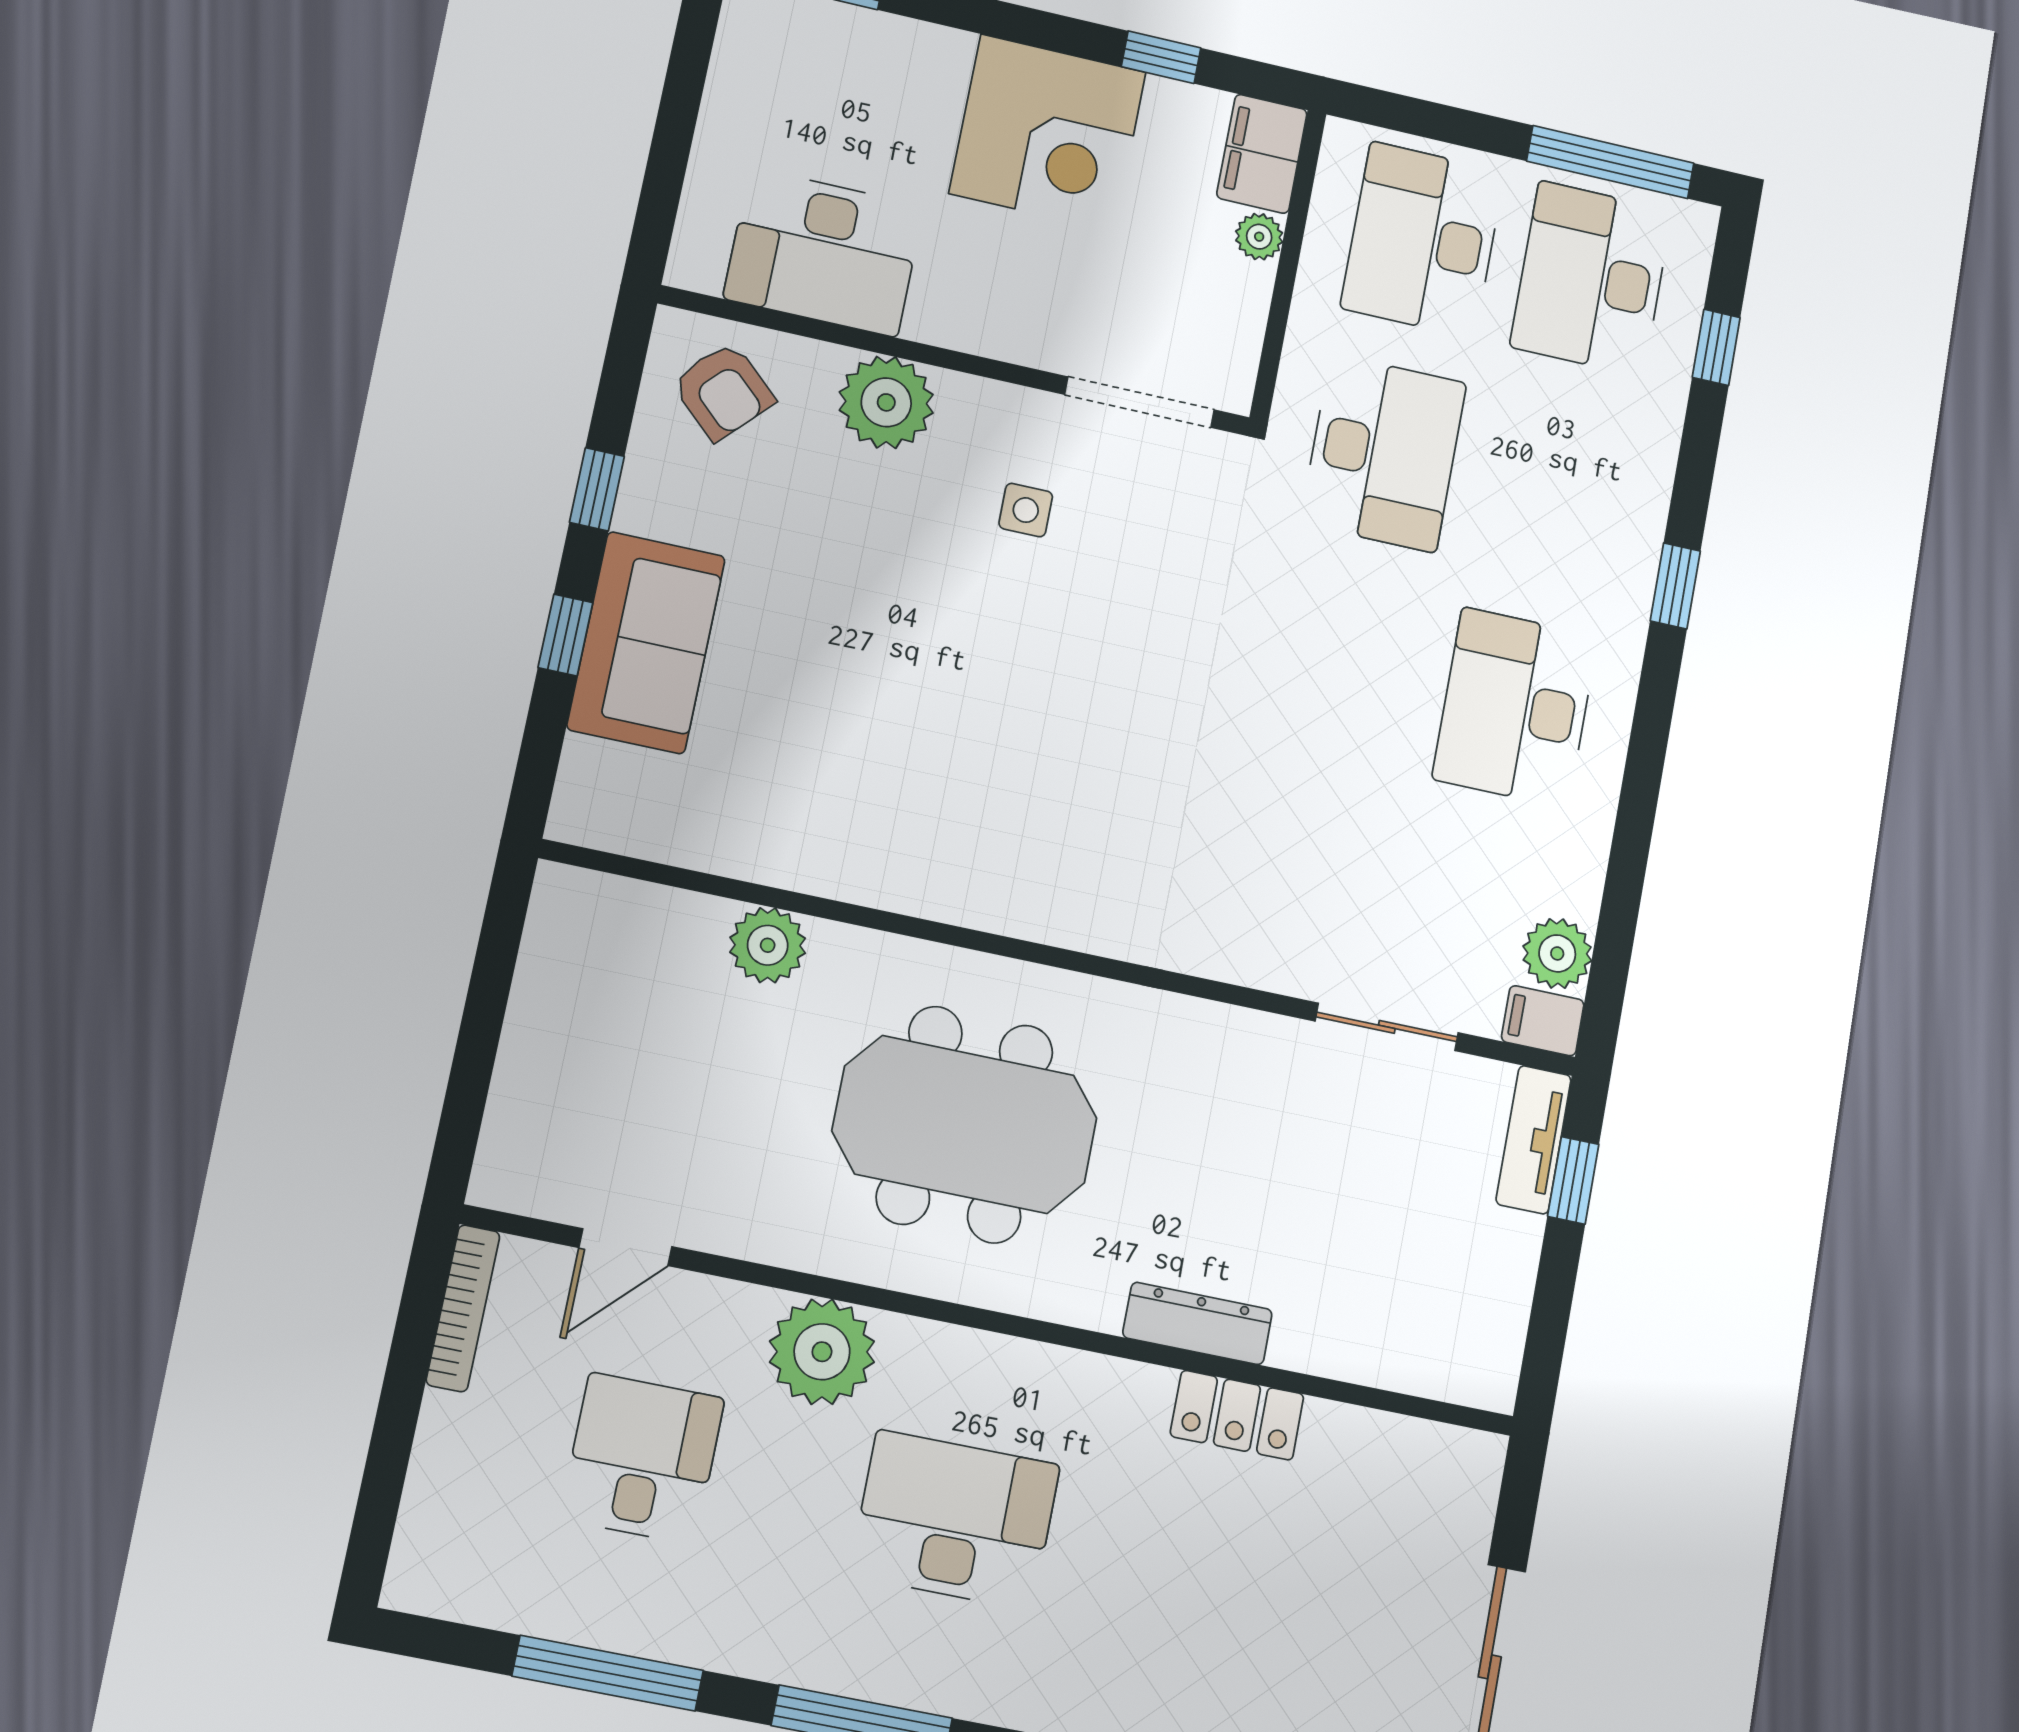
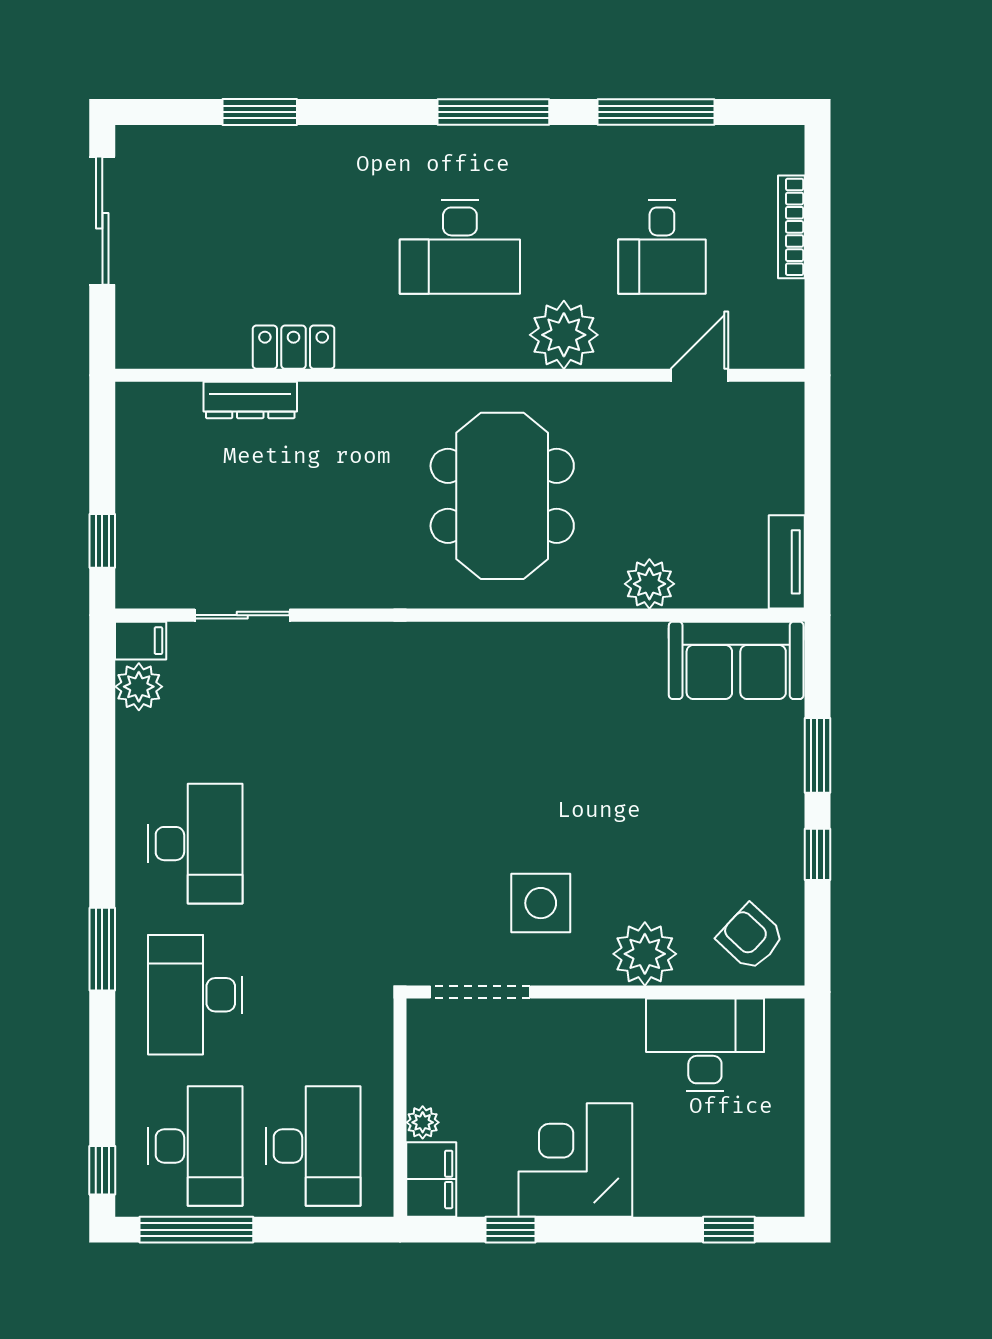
window: (1716, 347) -> (102, 1170), moved
desk: (1383, 453) -> (195, 995), moved
side table: (1026, 510) -> (541, 903), width x1.87, depth x1.87
window: (1675, 586) -> (102, 949), width x1.50
window: (565, 635) -> (817, 755), width x1.50
sofa: (646, 643) -> (736, 660), moved, turned -90
meeting table: (965, 1125) -> (502, 496), turned 90
tv unit: (1534, 1140) -> (787, 562), moved, turned 180
bookcase: (463, 1308) -> (791, 227), moved
dresser: (1197, 1323) -> (250, 400), moved

